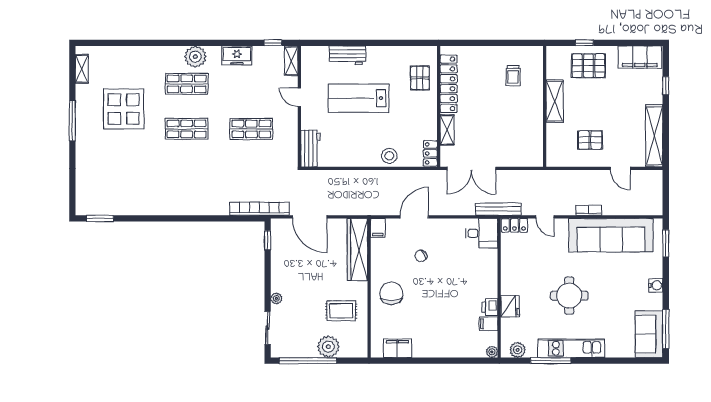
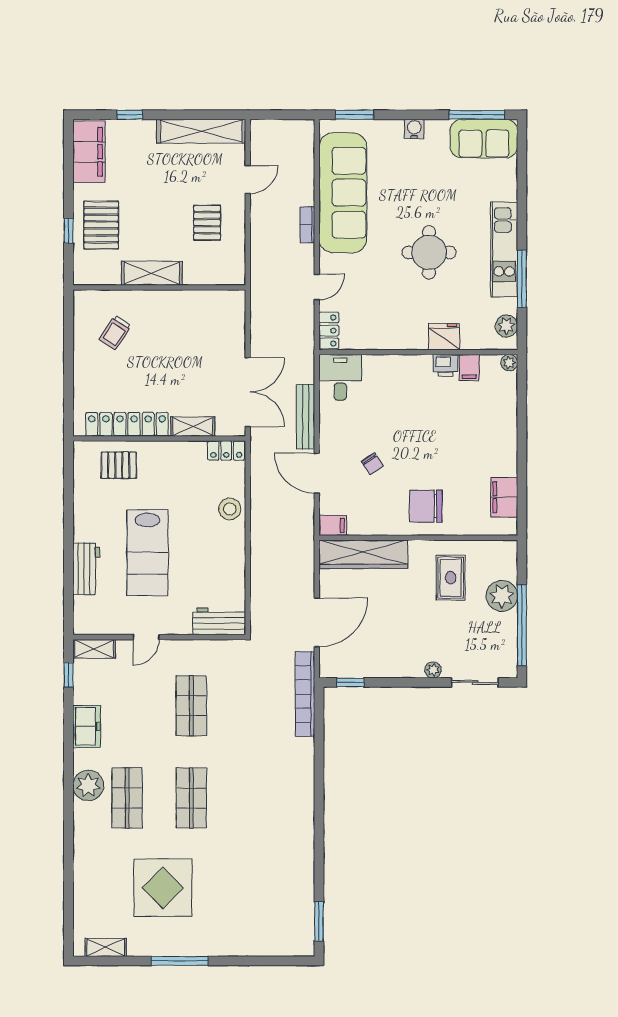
trolley: (513, 76) -> (115, 333), turned 123
bench: (498, 209) -> (306, 417), moved

